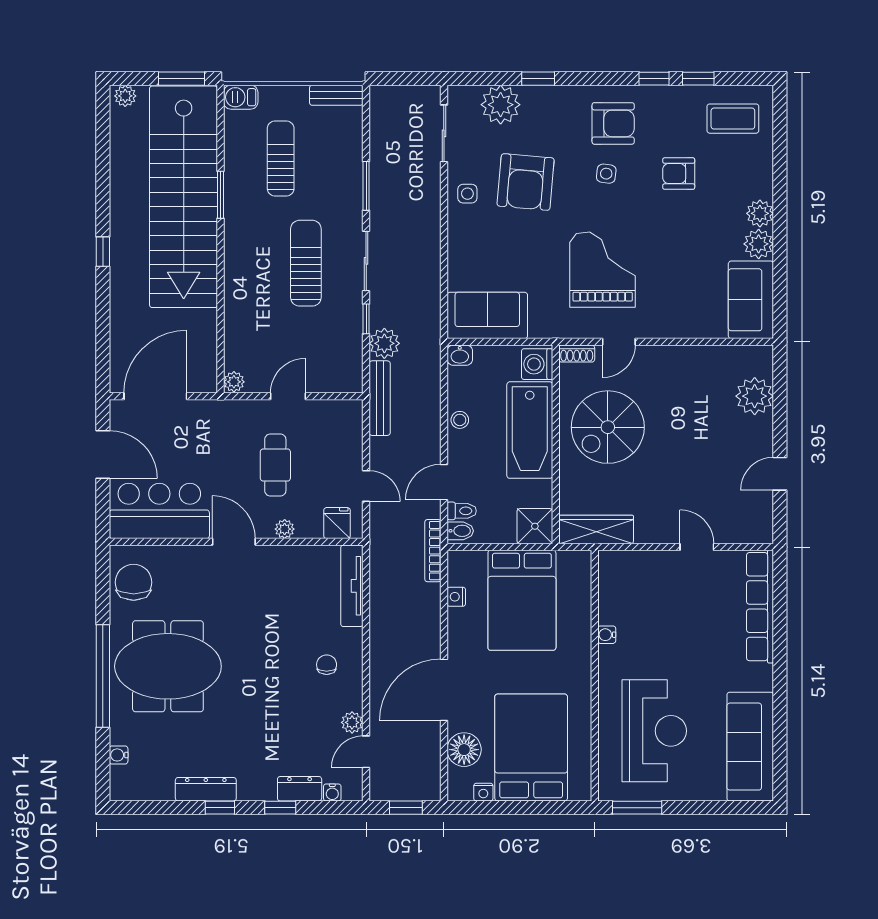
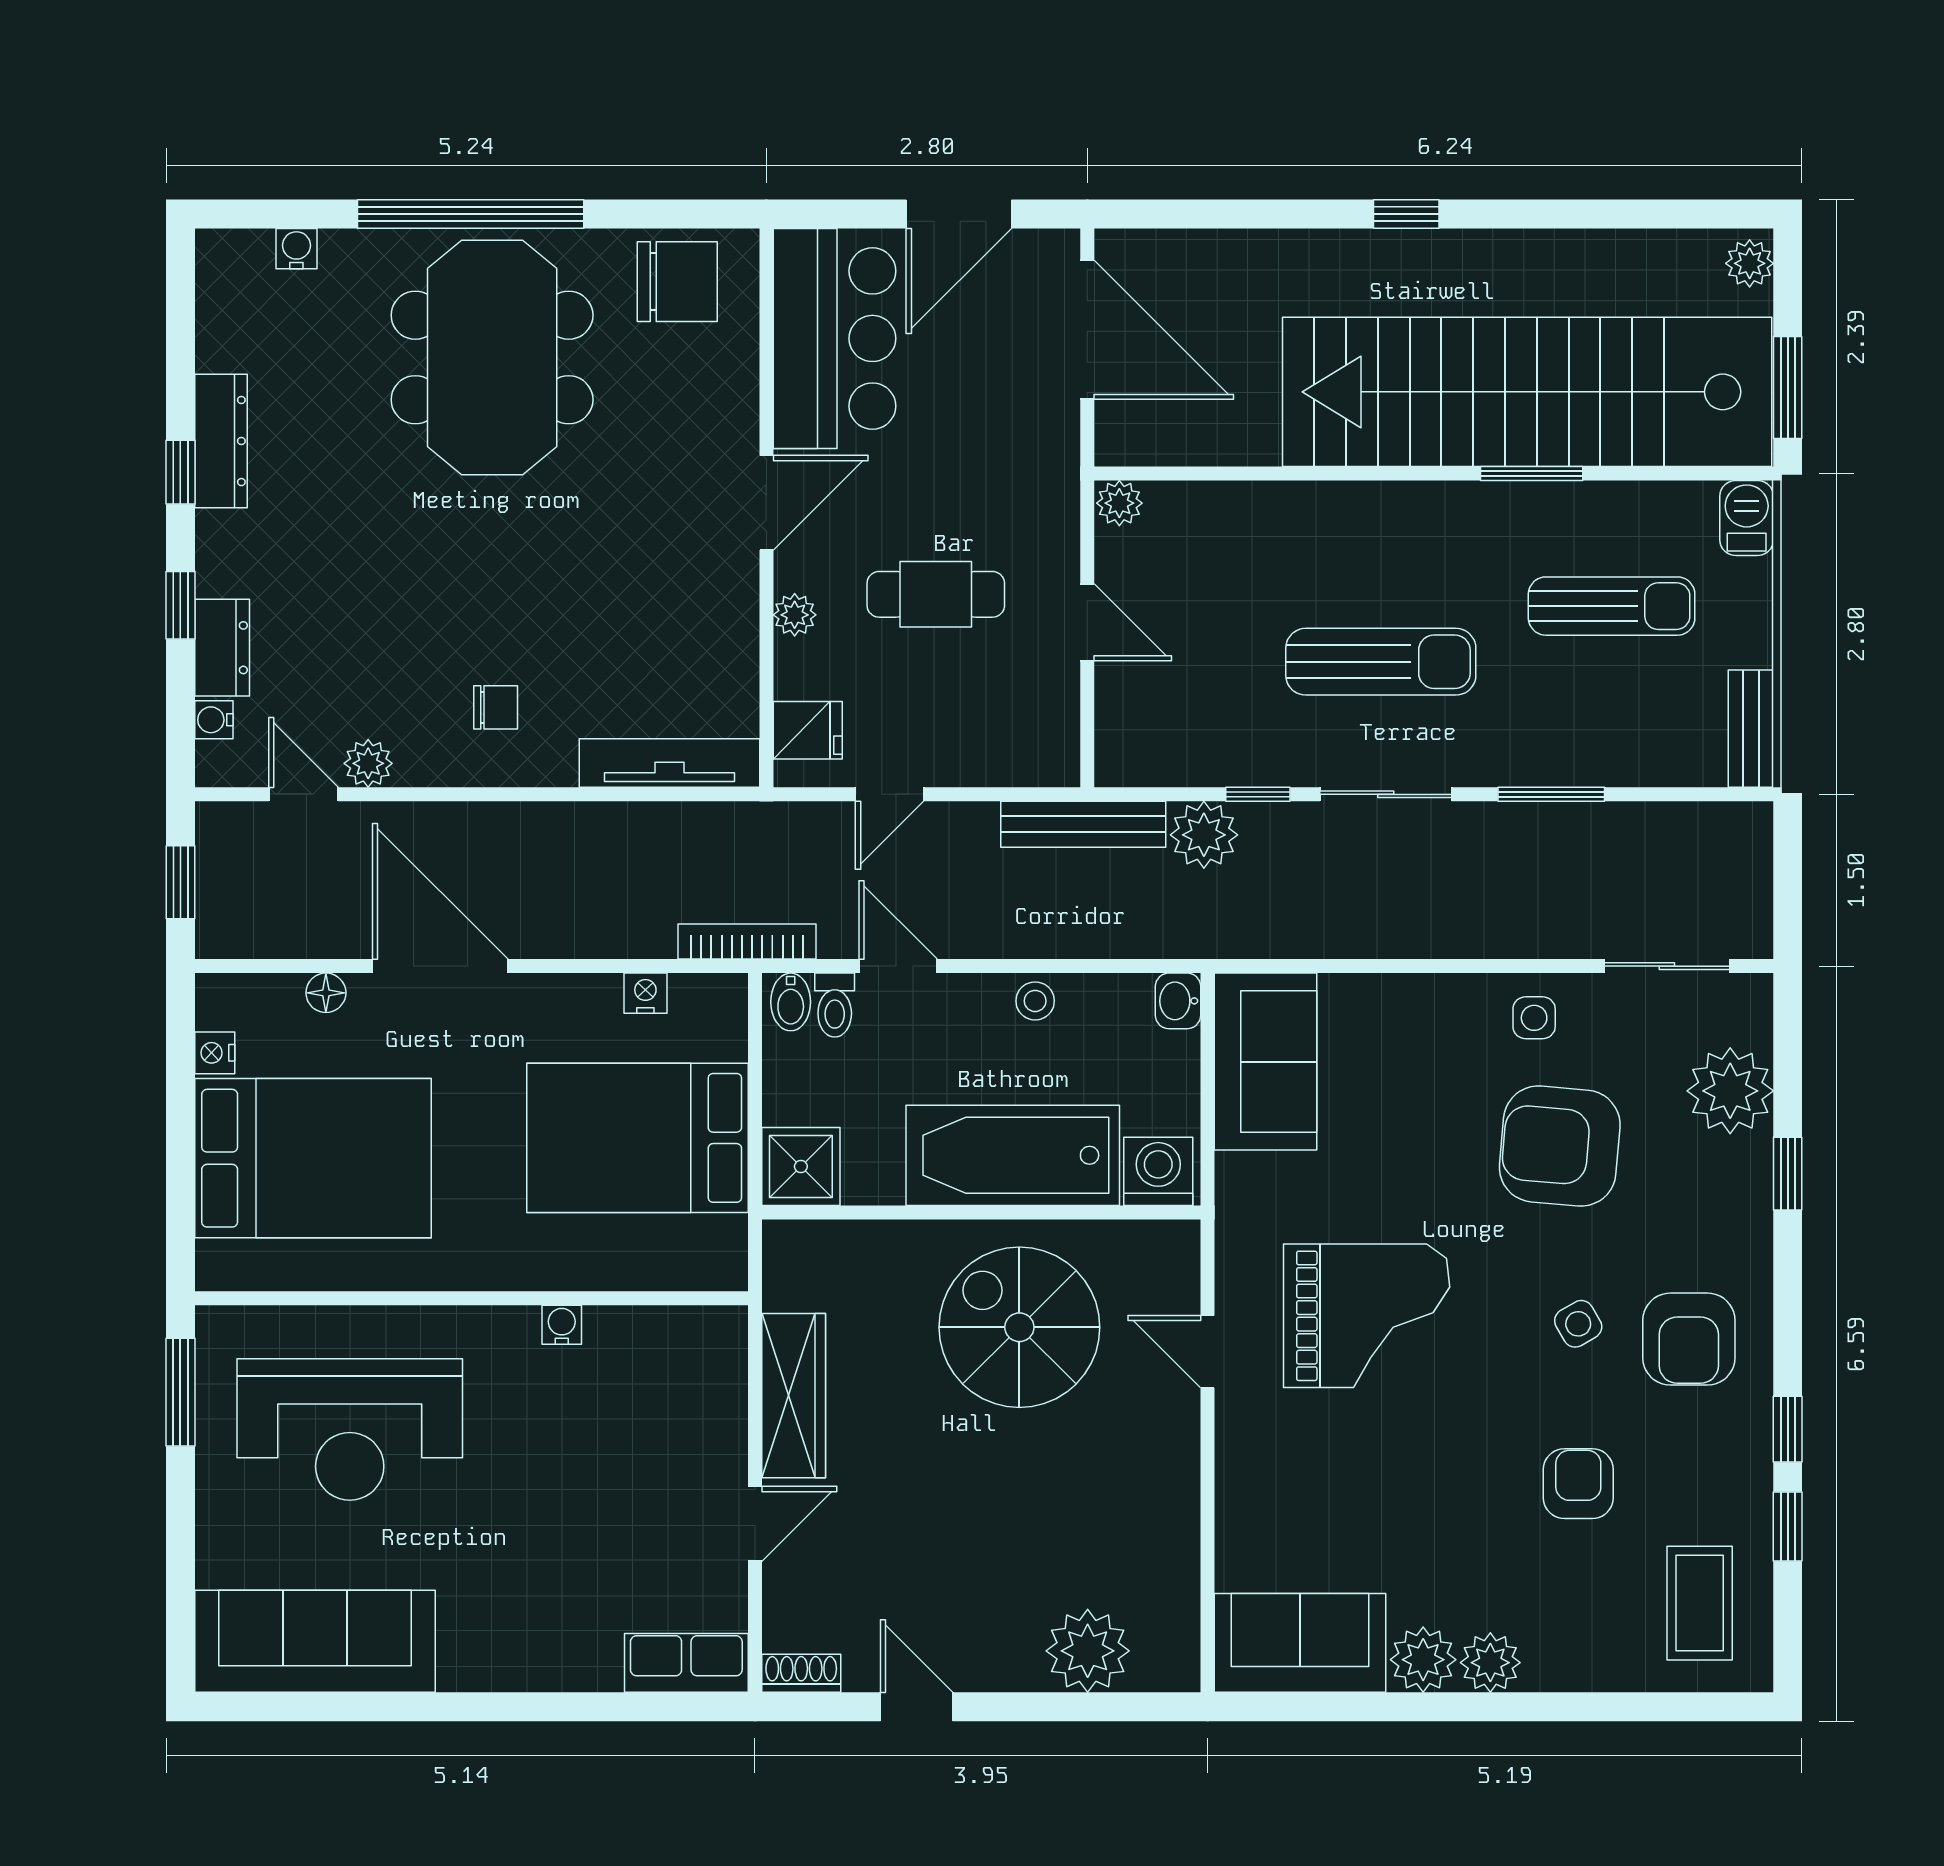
side table: (606, 174) -> (1578, 1324), turned -37
shoe rack: (577, 354) -> (801, 1673), moved, turned 90
wardrobe: (596, 529) -> (794, 1396), moved
row of seats: (760, 607) -> (686, 1663), width x0.50
floor lamp: (464, 750) -> (326, 993), width x0.53, depth x0.53

